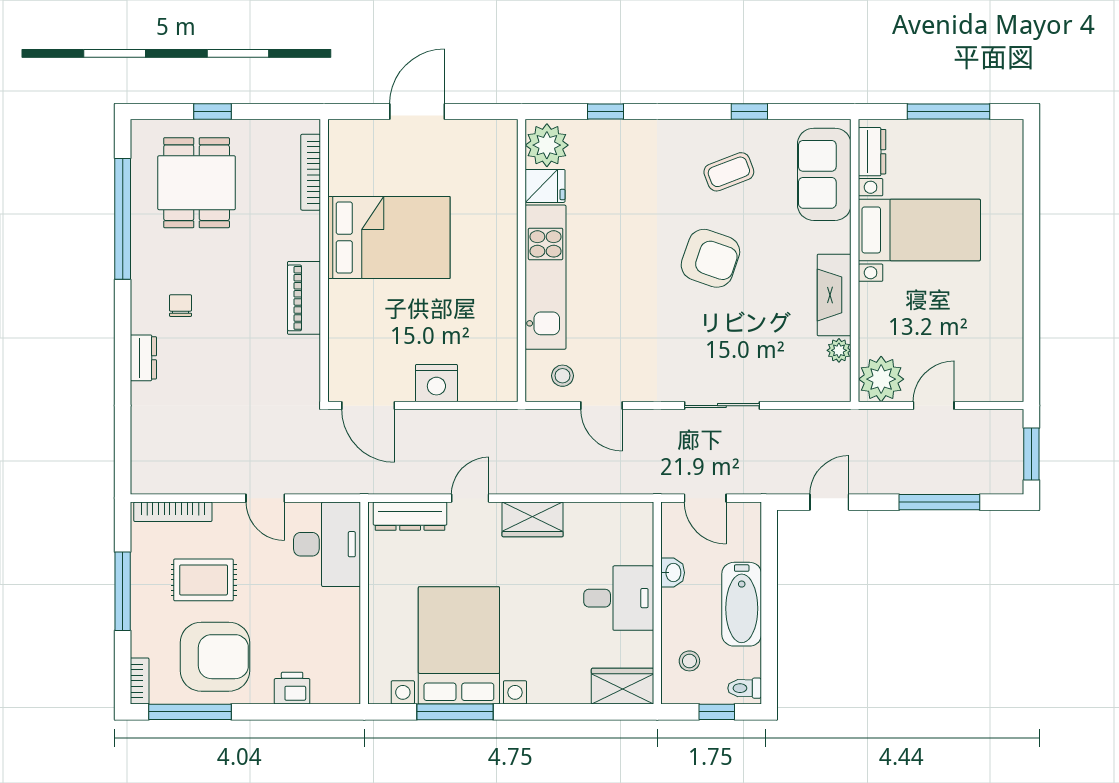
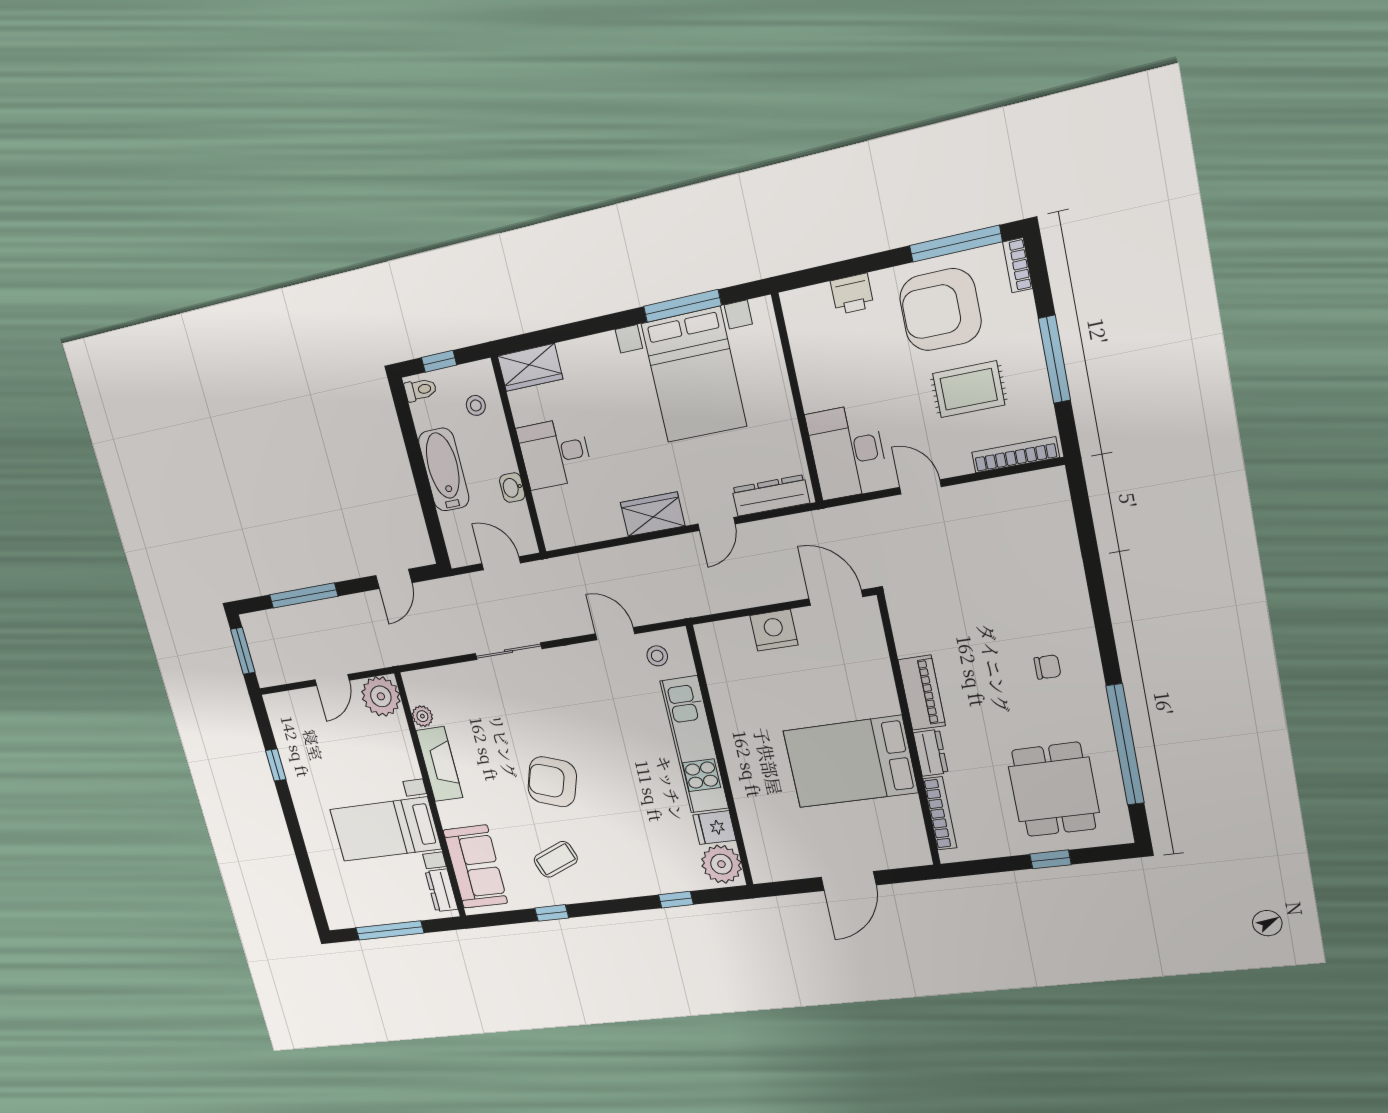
chair: (181, 306) -> (1047, 667), turned -90
window: (1031, 320) -> (276, 765), added
dresser: (143, 358) -> (931, 753), moved, turned 180

